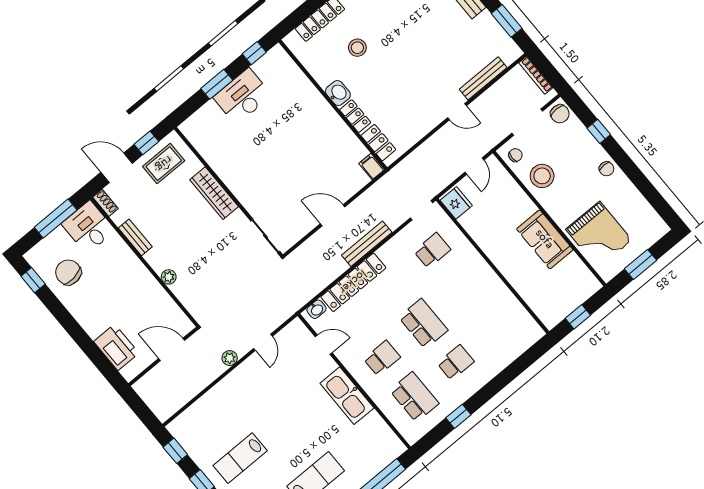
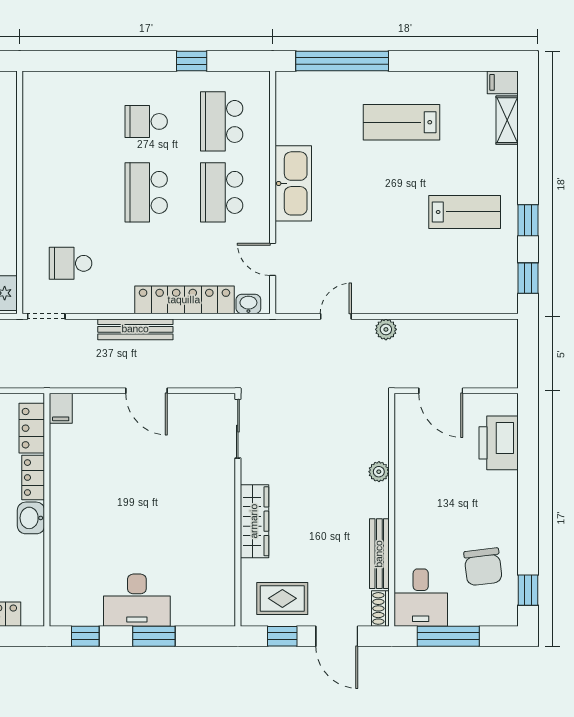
bench: (135, 237) -> (379, 554), width x1.36
school desk: (382, 358) -> (222, 192), width x1.85

